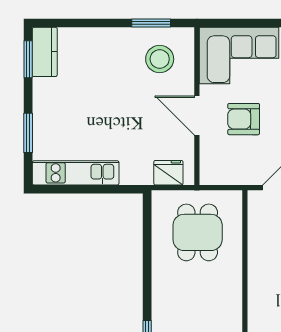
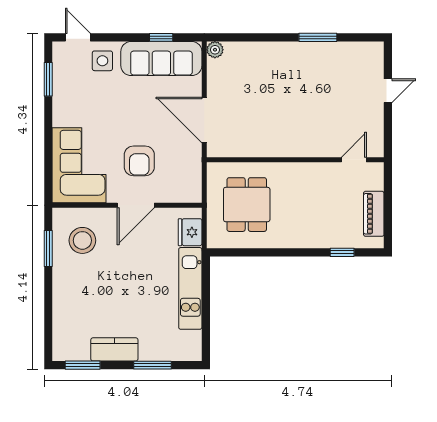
kitchen counter: (45, 52) -> (114, 349), moved
kitchen unit: (76, 173) -> (190, 288), moved
dining table: (198, 232) -> (247, 205), turned 90

